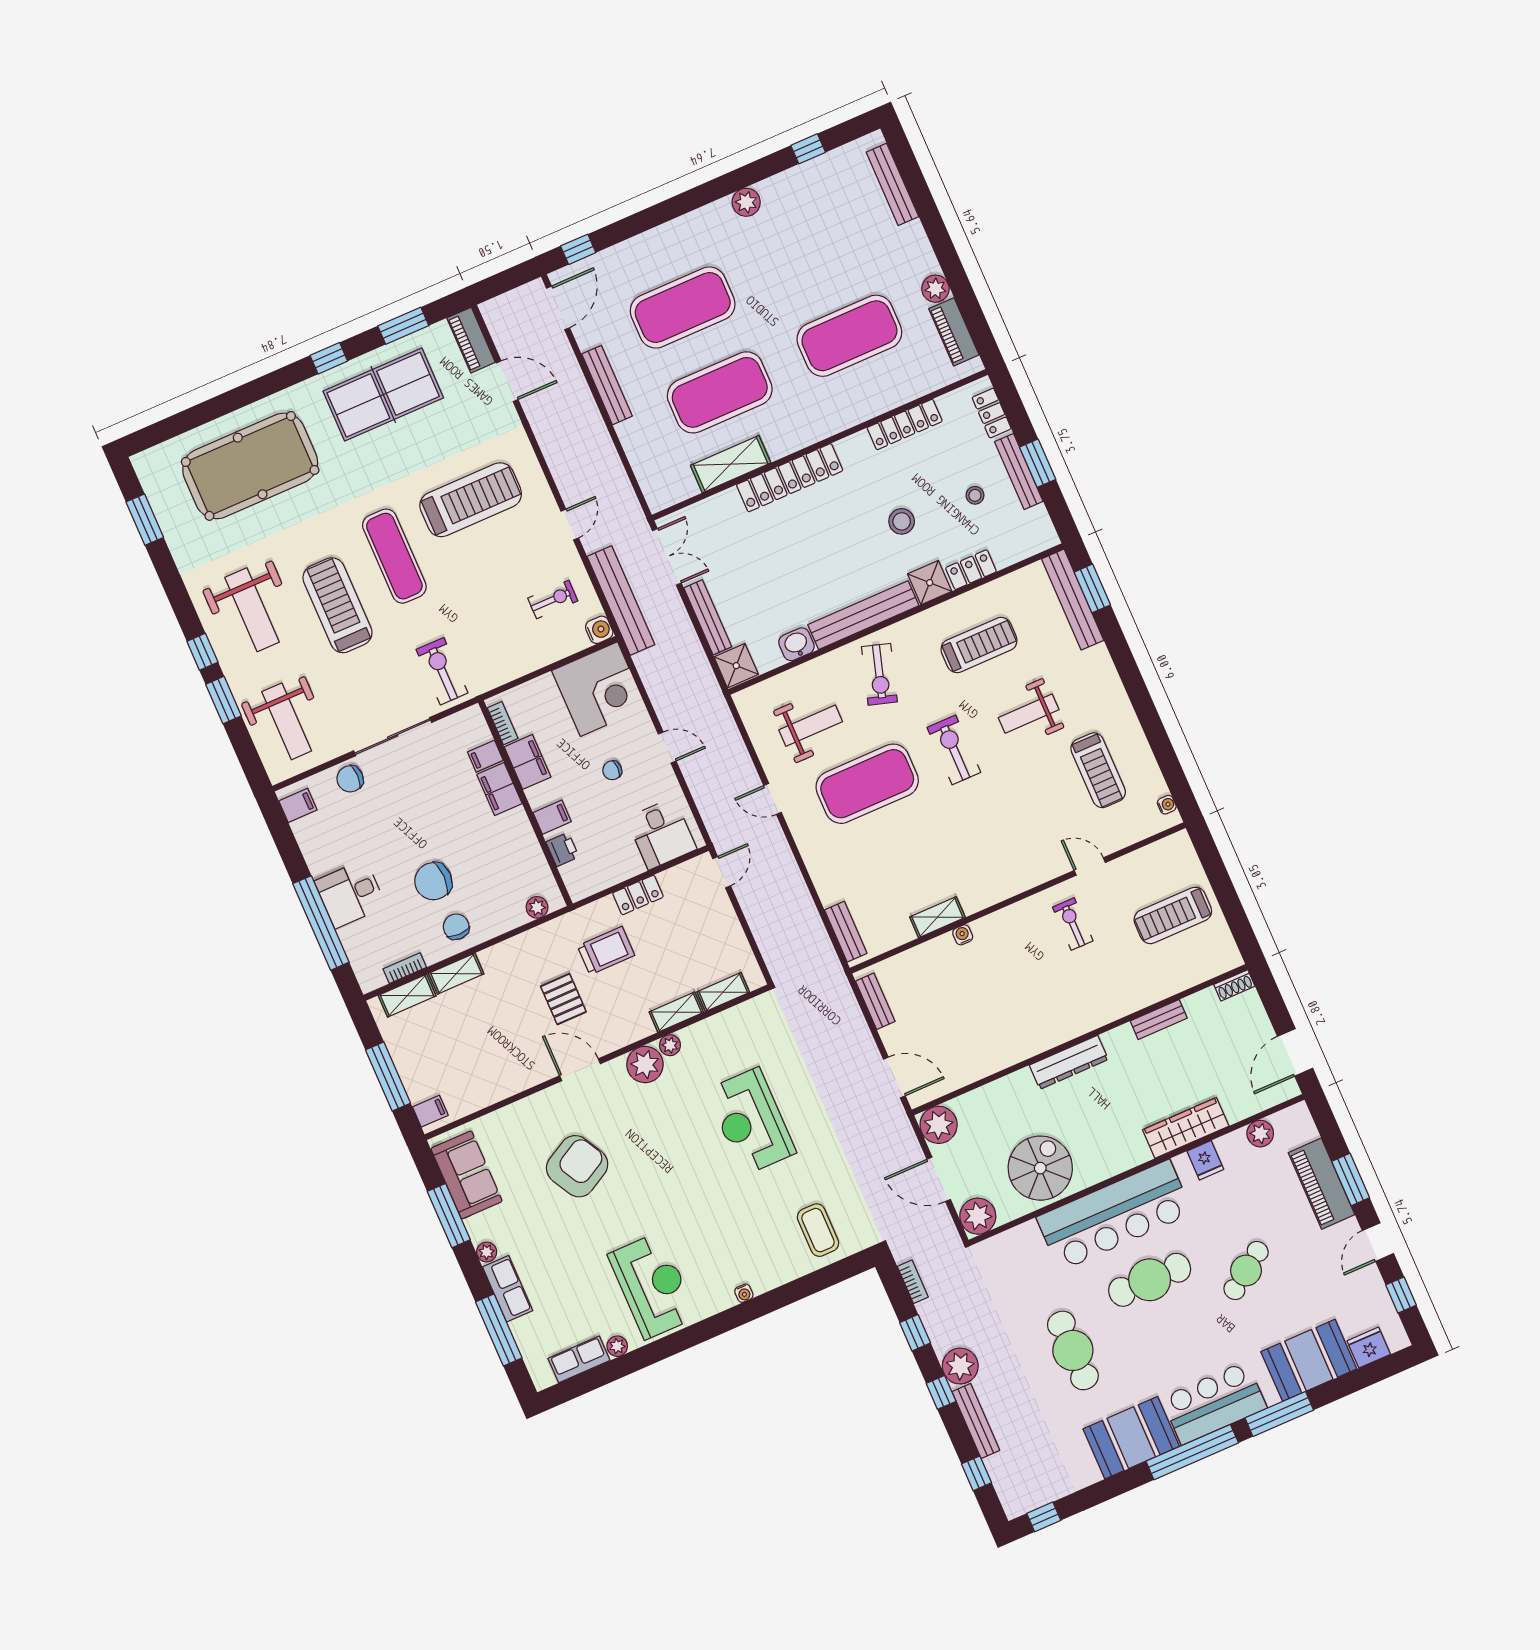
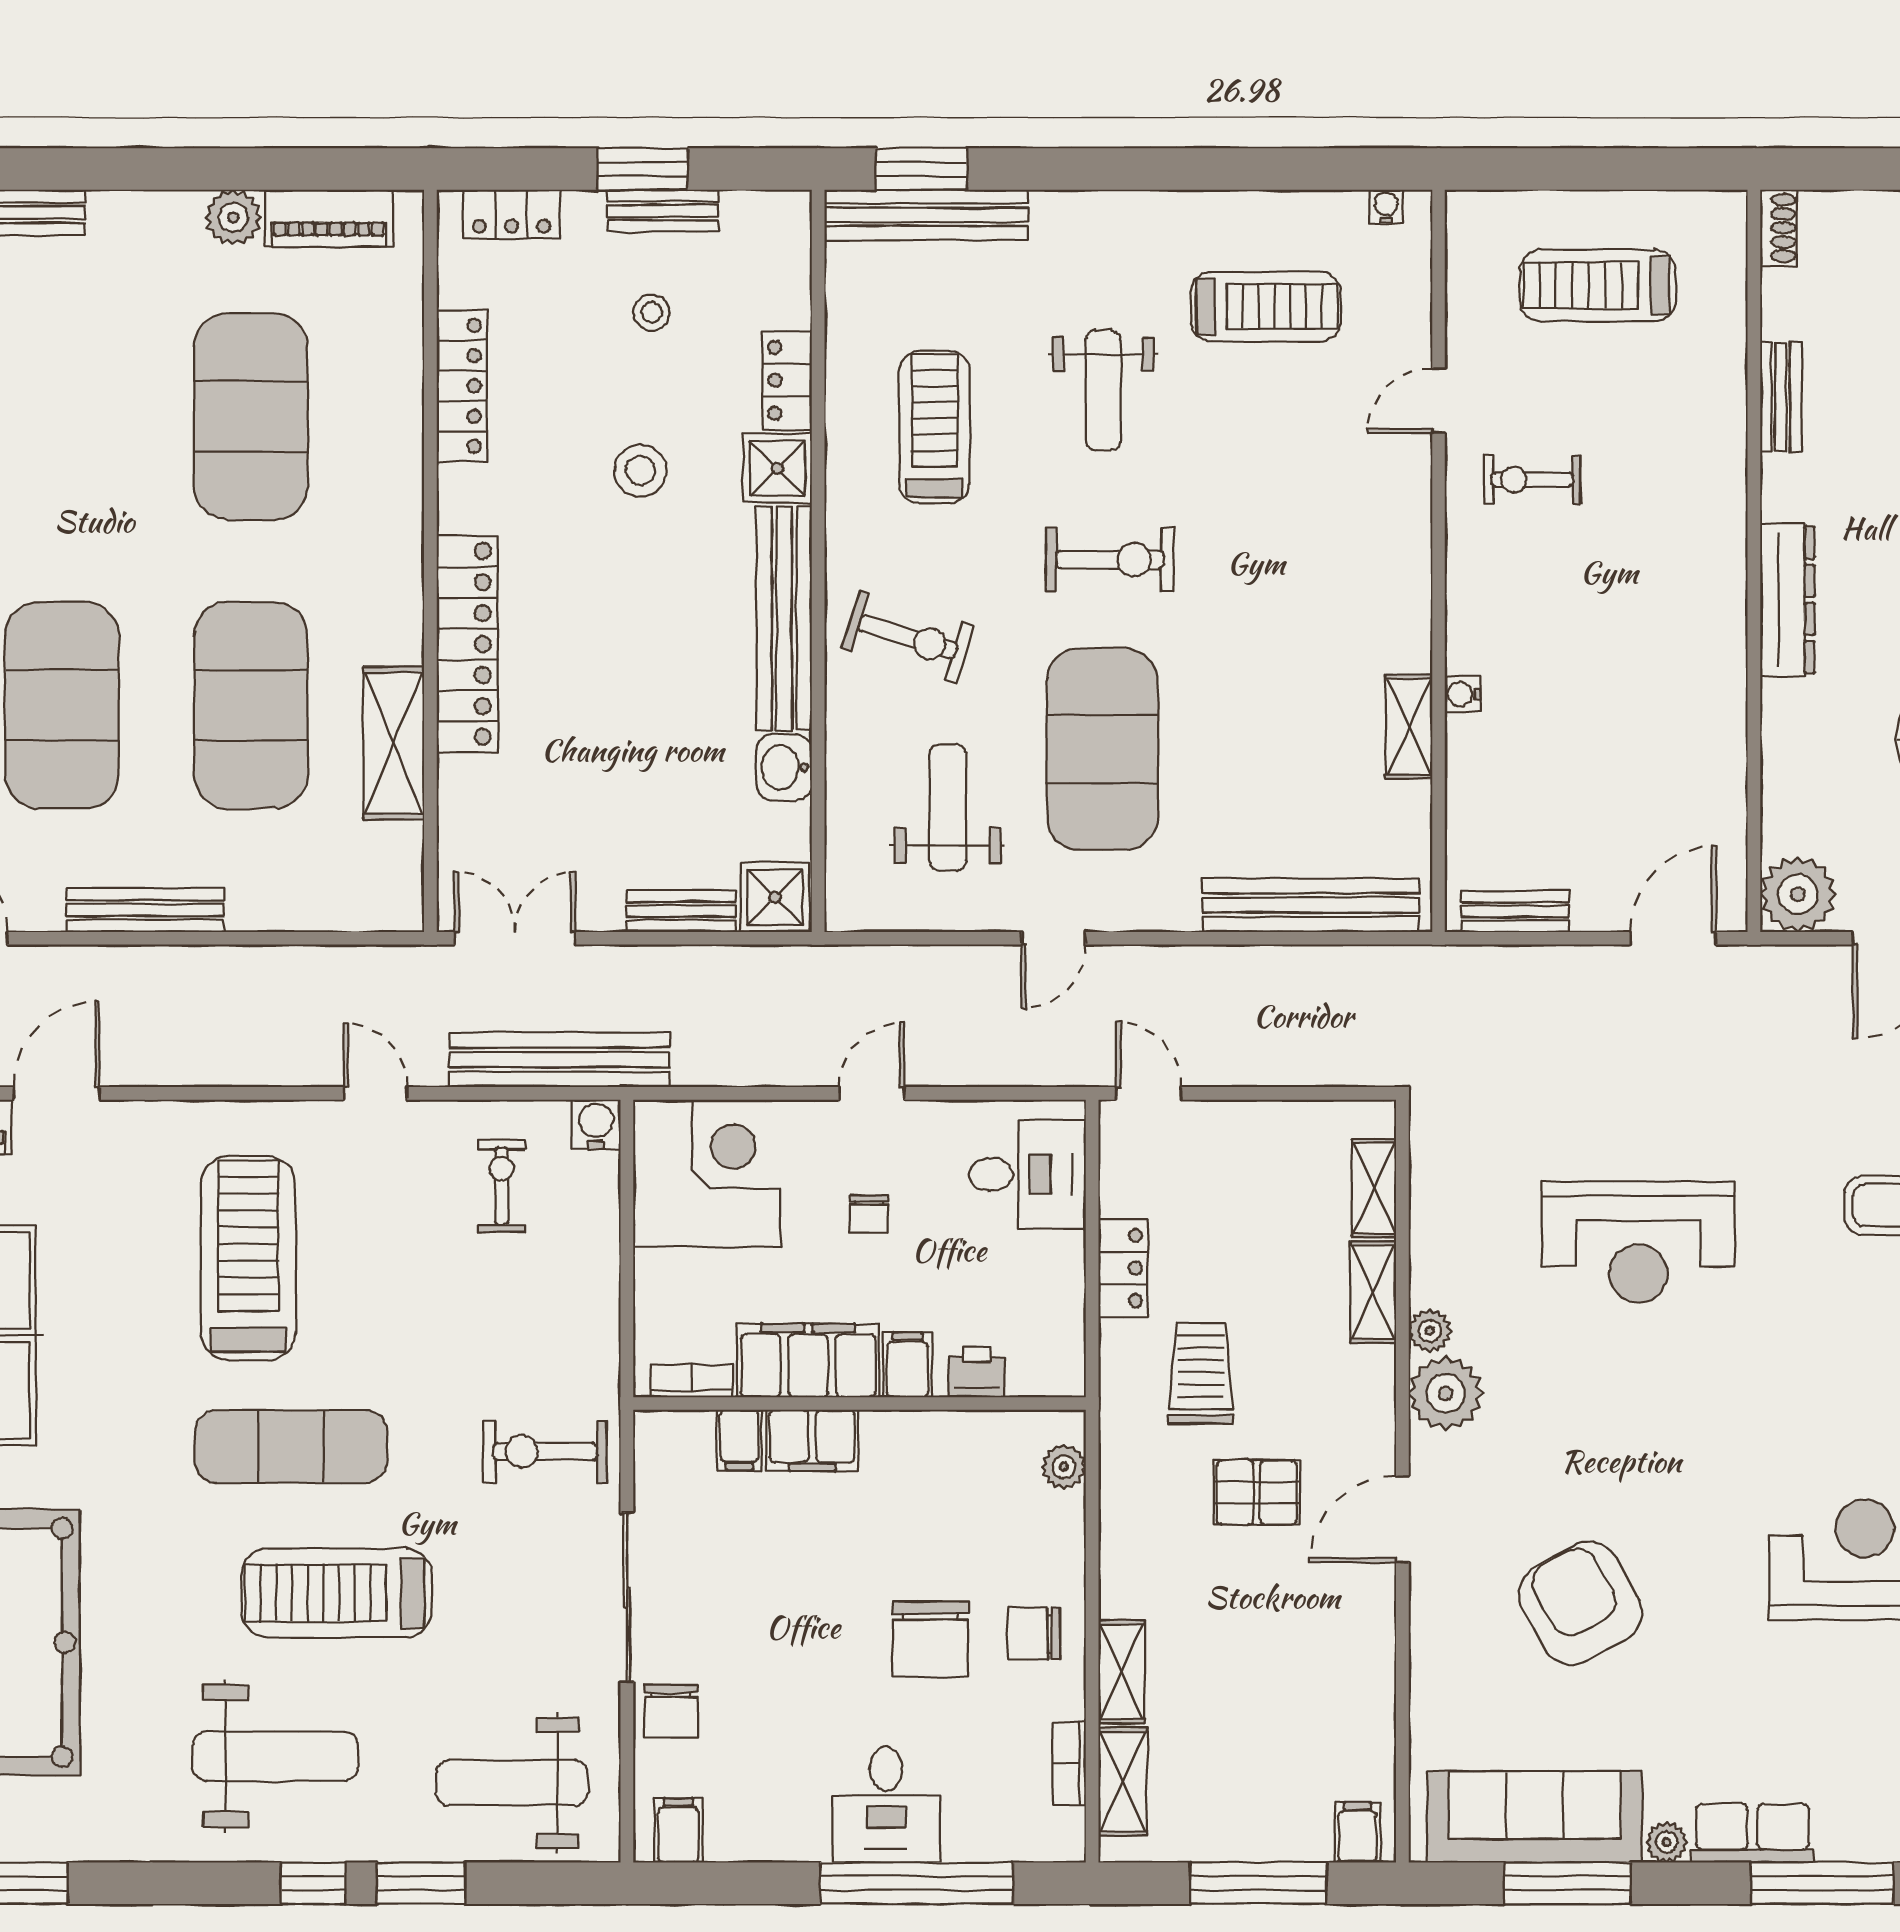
bench: (1019, 472) -> (663, 211), width x0.73
bench: (708, 617) -> (681, 911), width x0.73
weight bench: (287, 721) -> (512, 1783), turned 180
exercise bike: (954, 750) -> (1110, 559), turned 180
filing cabinet: (528, 762) -> (808, 1360), width x1.50, depth x1.17
treadmill: (1173, 915) -> (1598, 285), turned 90
bench: (846, 932) -> (1311, 905), width x1.86, depth x1.21
sofa: (467, 1175) -> (1535, 1817), width x1.36

